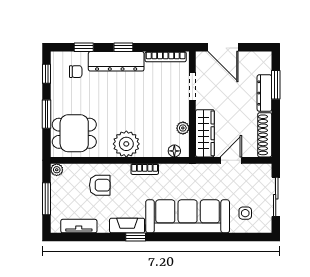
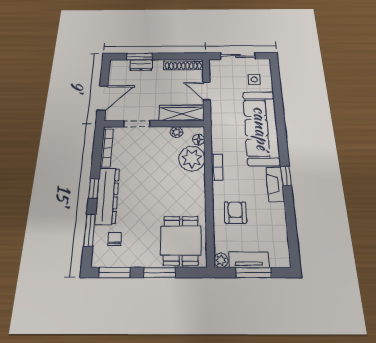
window: (84, 47) -> (90, 230), width x1.50
window: (46, 74) -> (115, 272), width x1.50
dresser: (264, 93) -> (141, 65), width x0.70
plant: (126, 144) -> (192, 159), moved
tv unit: (79, 226) -> (249, 260), moved, turned 90

